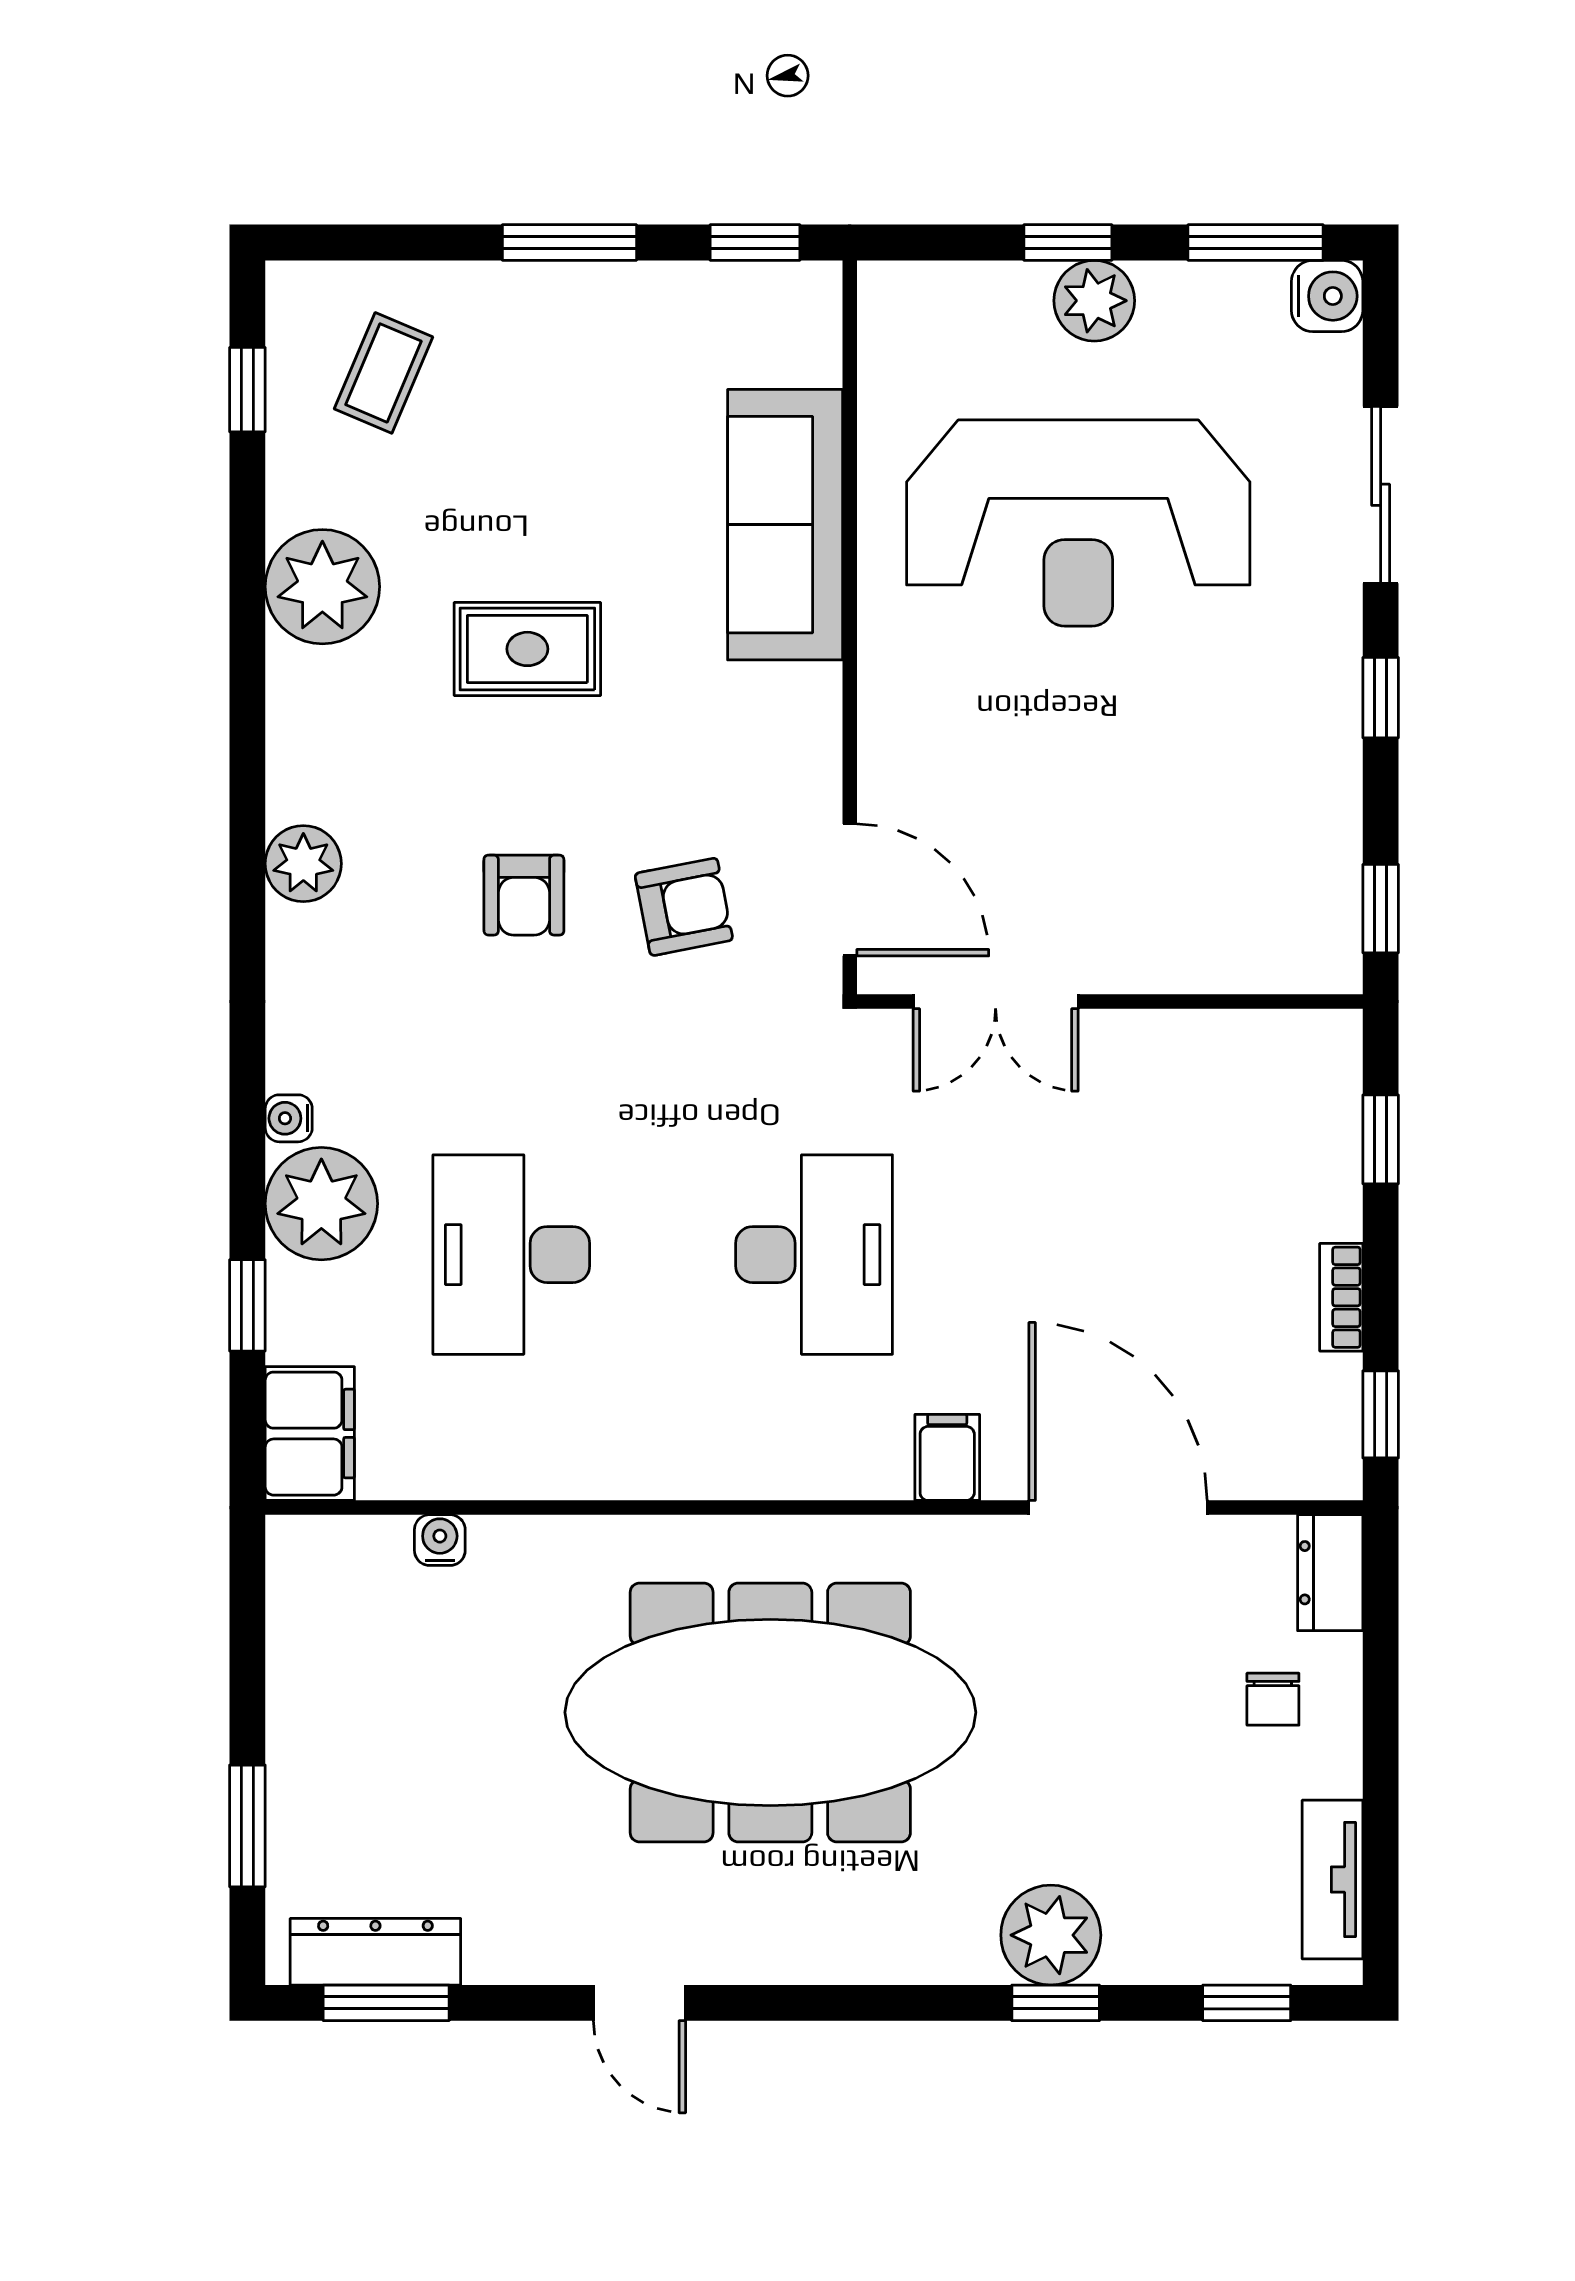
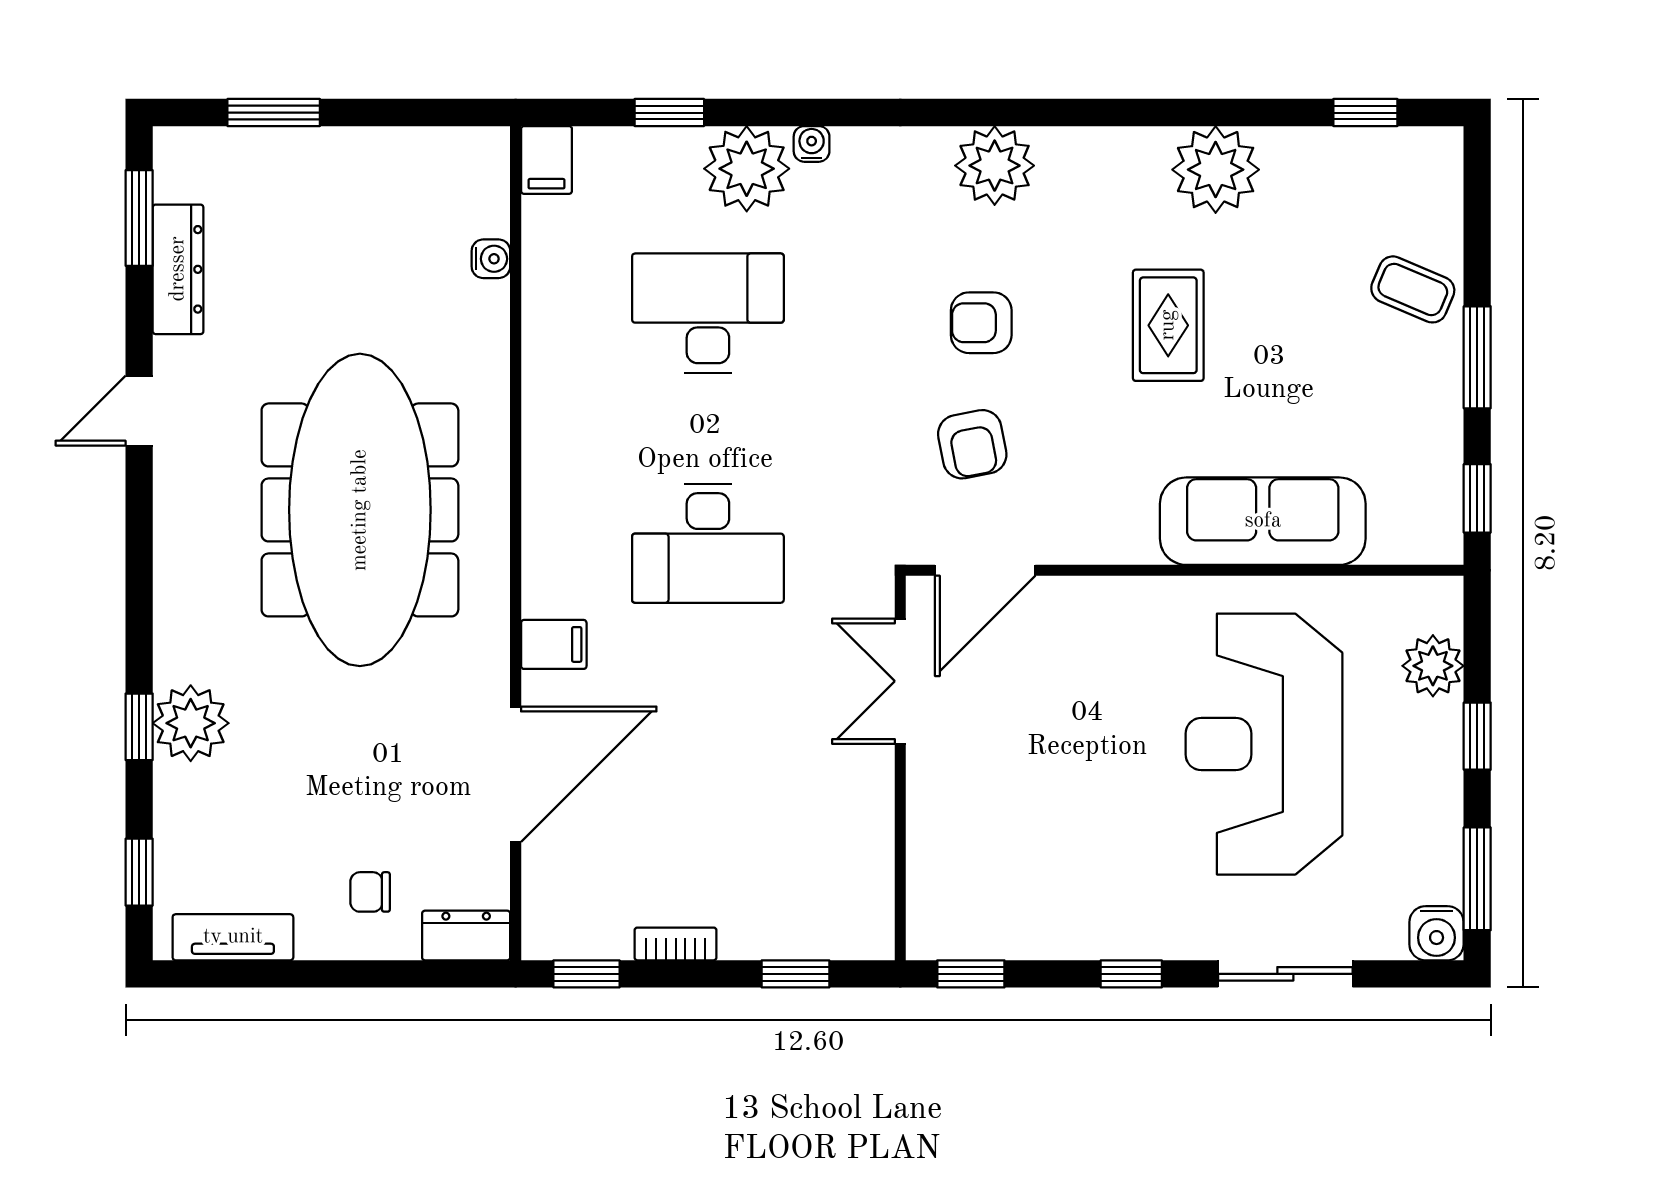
plant: (1094, 301) -> (1433, 666), moved
coffee table: (383, 373) -> (1413, 289), moved
plant: (303, 864) -> (995, 166), width x1.36, depth x1.36
filing cabinet: (310, 1434) -> (546, 160), width x0.50
dresser: (375, 1952) -> (178, 269), moved

